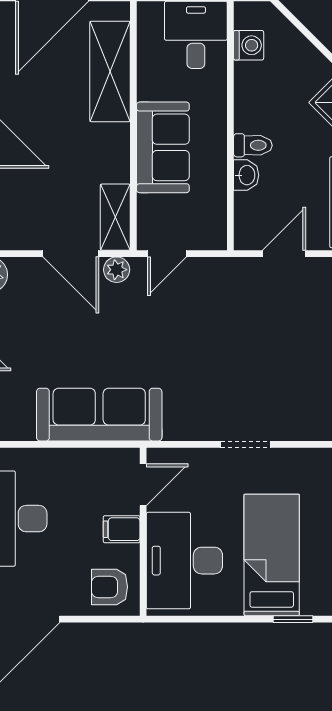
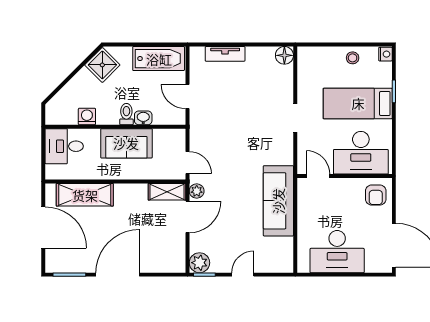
washing machine: (249, 45) -> (87, 116), moved
sofa: (163, 147) -> (126, 143), moved, turned 180
filing cabinet: (122, 529) -> (343, 188), removed

